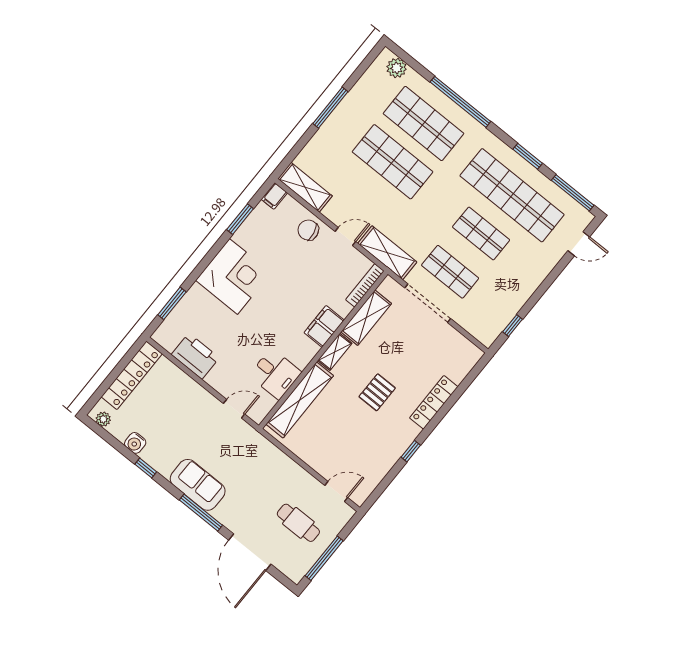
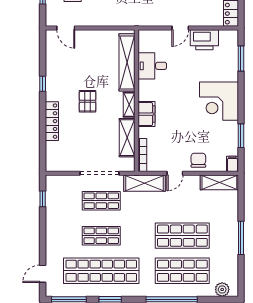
chair: (308, 230) -> (198, 160), turned -79
door: (234, 409) -> (180, 28), moved
door: (336, 492) -> (66, 28), hinge flipped

